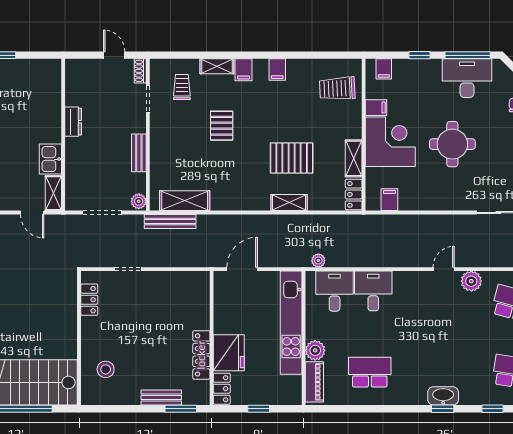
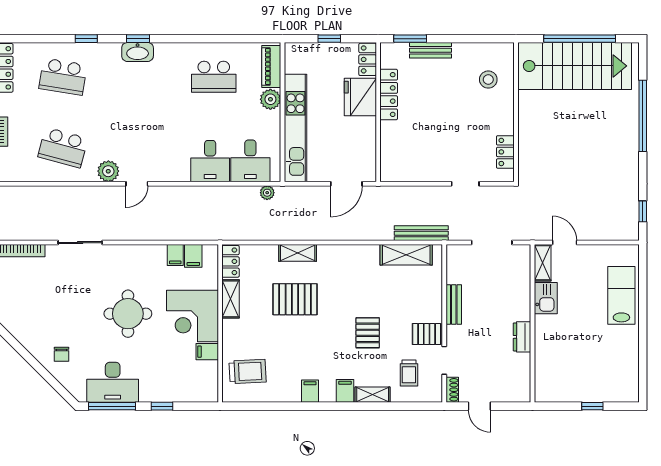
filing cabinet: (384, 69) -> (175, 255), moved, turned 180
pallet: (165, 124) -> (427, 334), added
plant: (139, 201) -> (454, 254), removed

